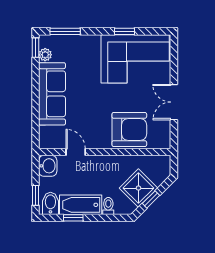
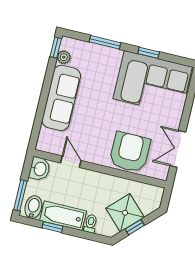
window: (65, 31) -> (105, 42), moved
double door: (174, 102) -> (178, 149), moved
armchair: (129, 129) -> (130, 152), turned -90
window: (36, 195) -> (20, 195), width x1.50

